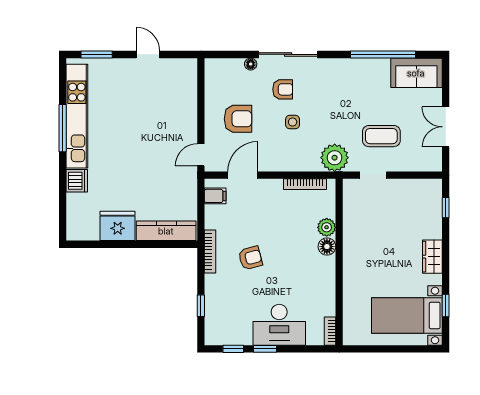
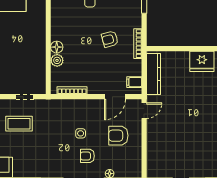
plant: (335, 158) -> (51, 109), removed
kitchen counter: (166, 231) -> (153, 74), moved, turned -90

